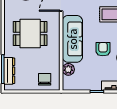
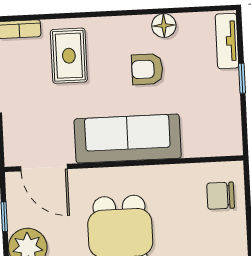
plant: (68, 69) -> (196, 144), removed

